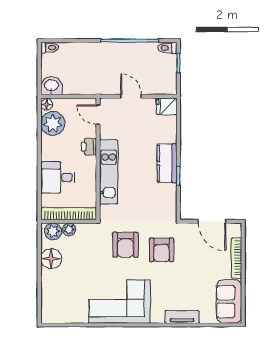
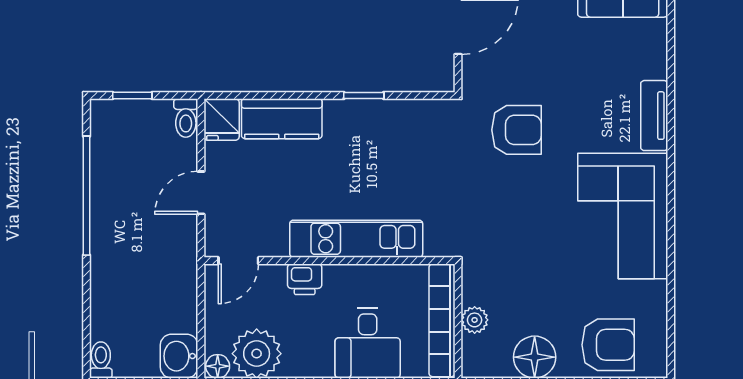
toilet: (167, 48) -> (186, 118), moved
kitchen counter: (167, 163) -> (282, 119), moved
plant: (53, 231) -> (479, 353), removed
armchair: (125, 245) -> (608, 345), moved
tv unit: (182, 317) -> (654, 116), moved

